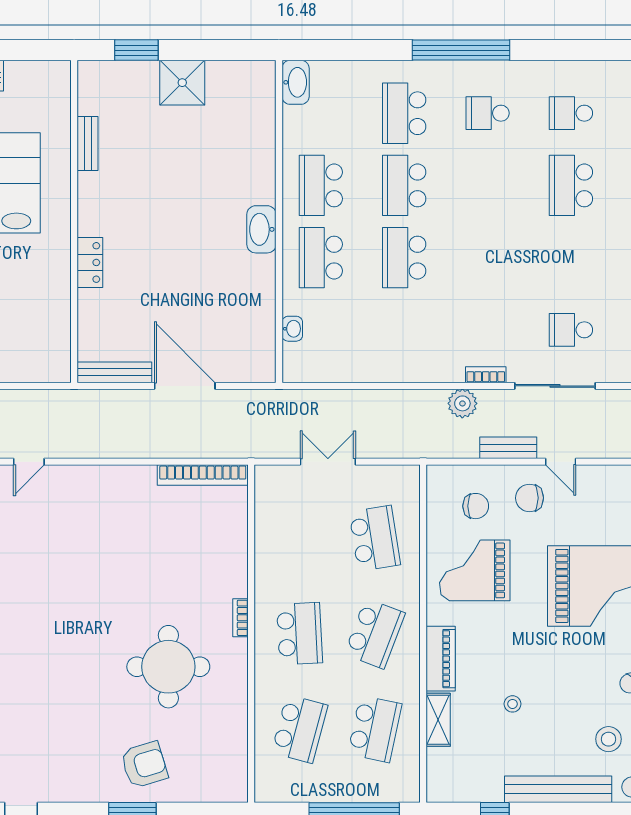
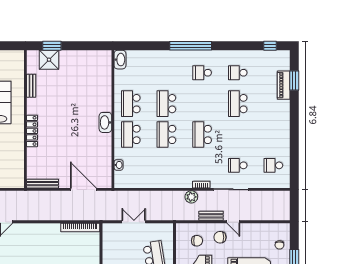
shower: (182, 83) -> (49, 60), moved
school desk: (404, 113) -> (202, 135), moved
locker: (90, 262) -> (32, 131), width x1.53
door: (185, 386) -> (83, 189), moved

